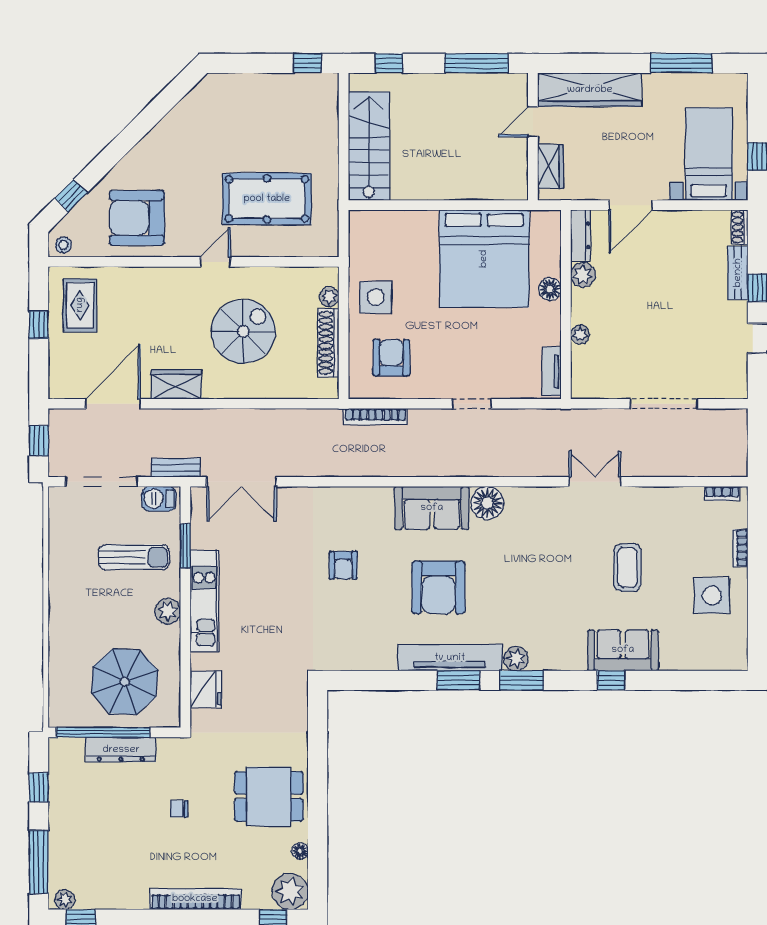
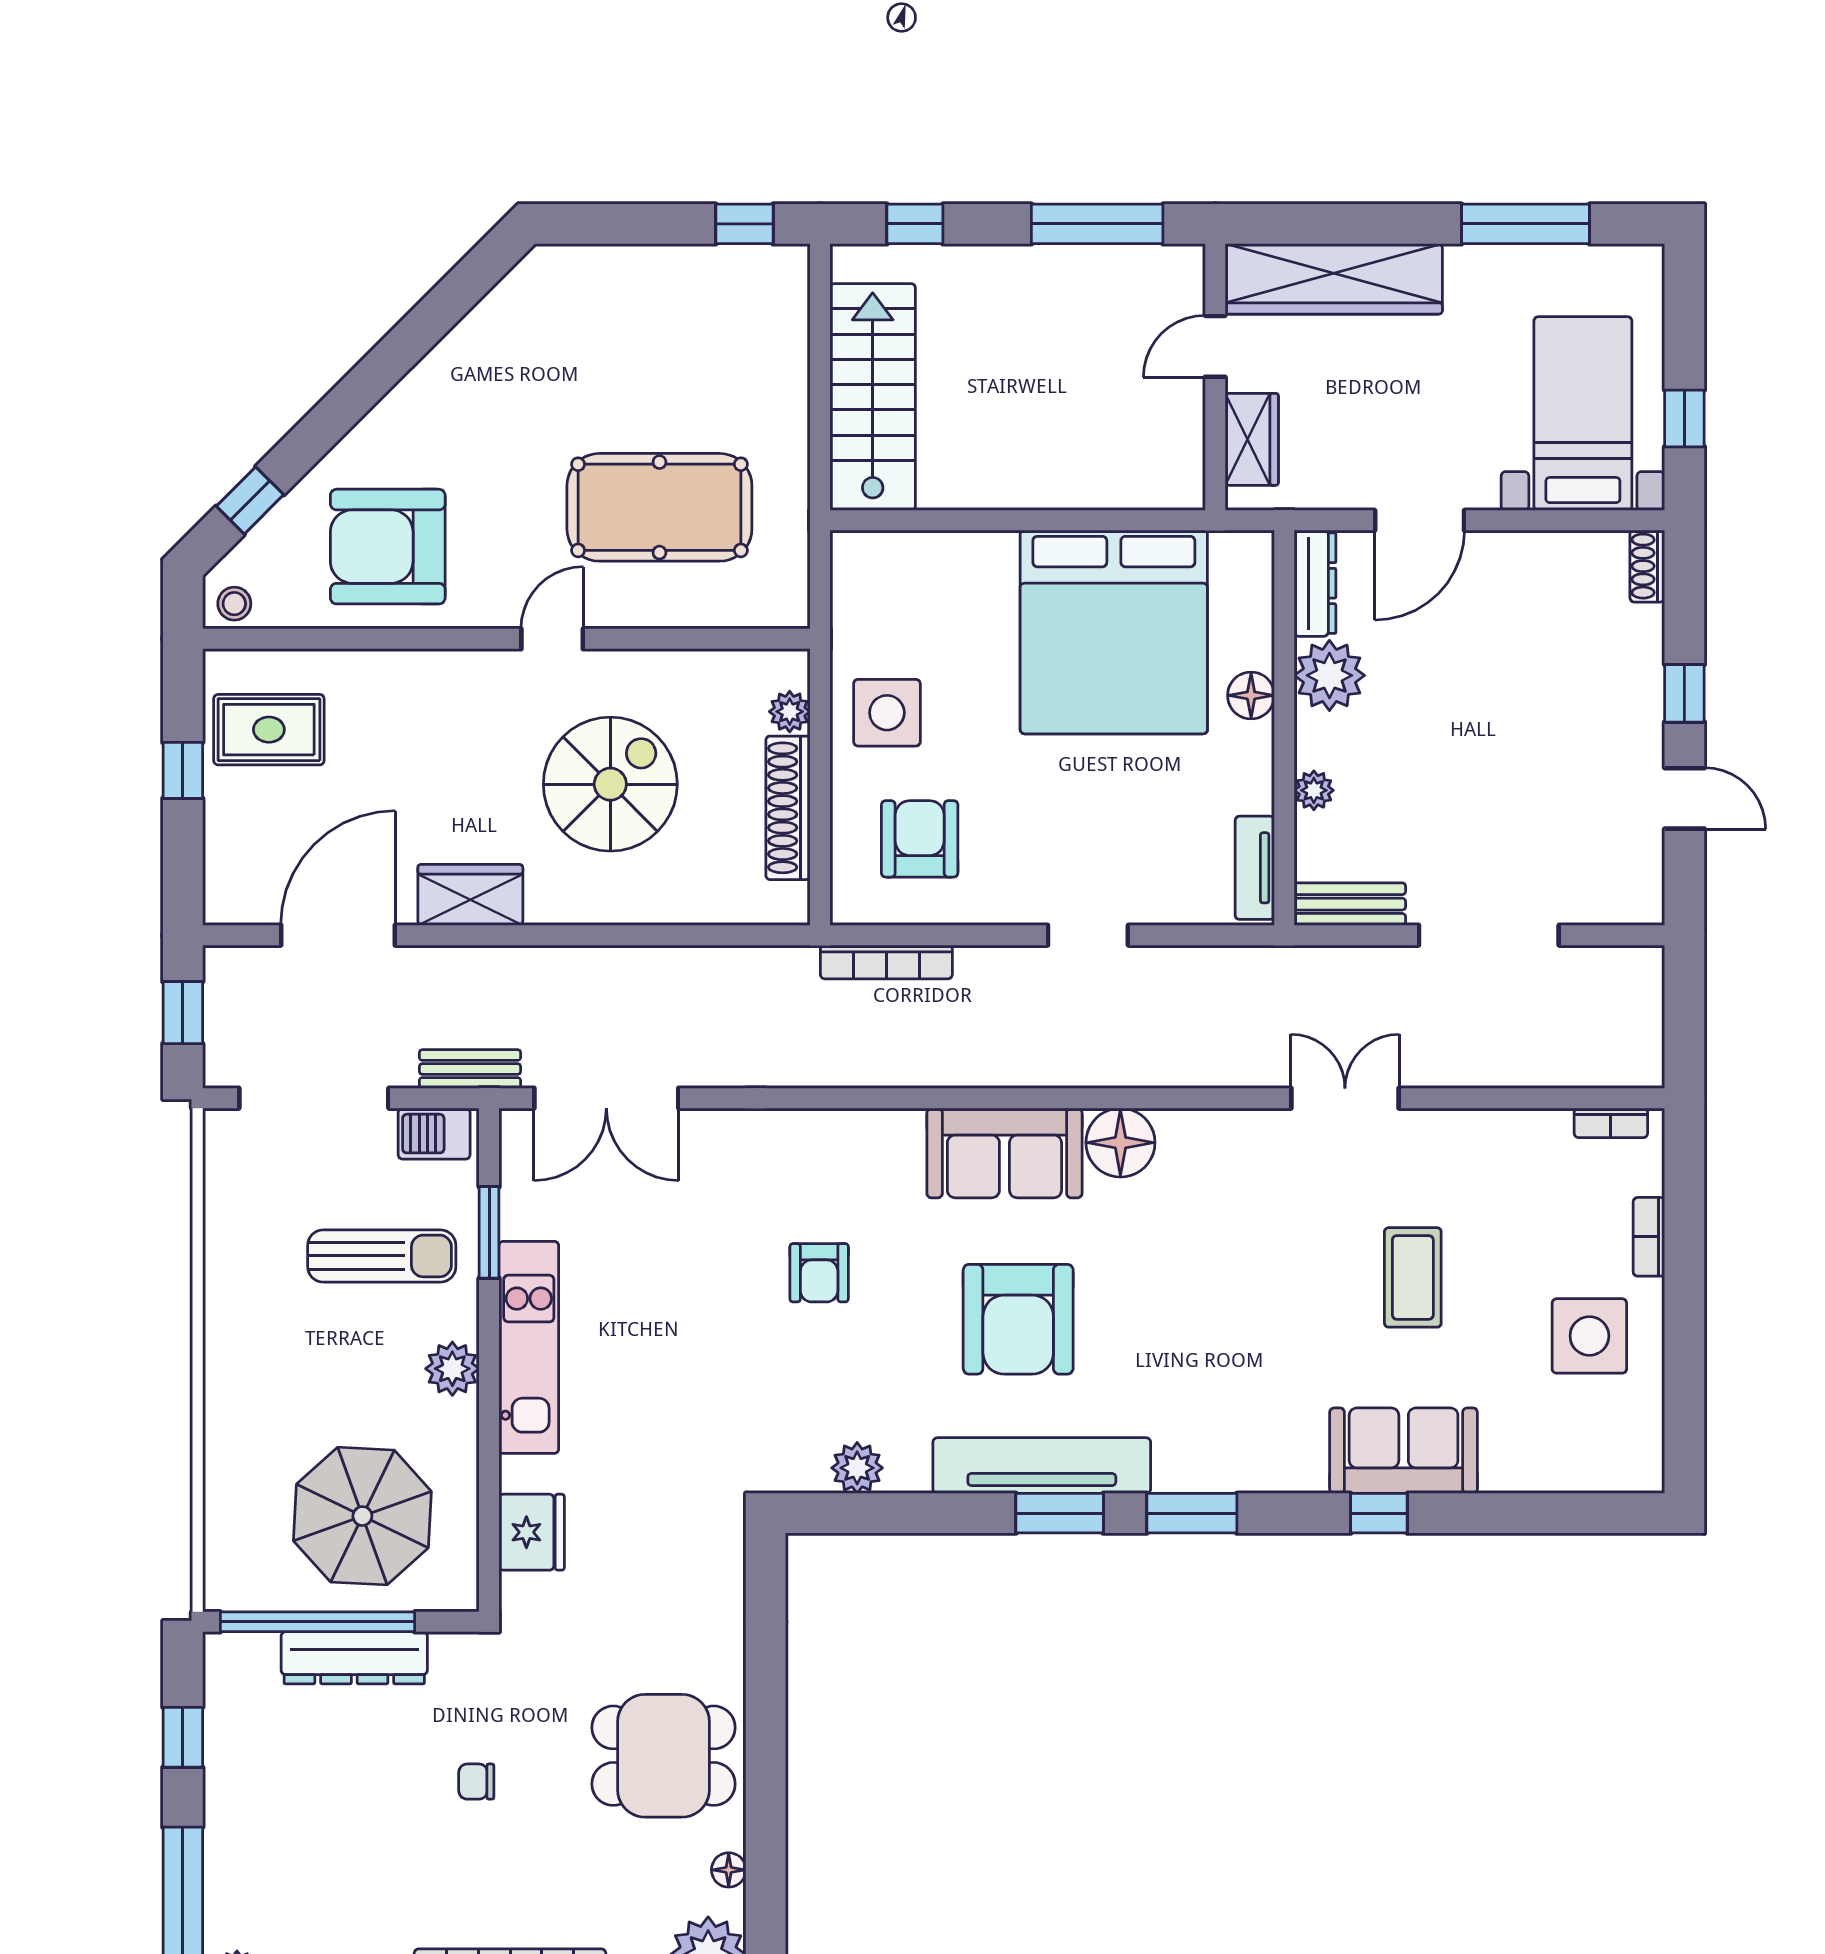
bench: (738, 273) -> (1350, 904), moved, turned 90
plant: (583, 275) -> (1329, 675), width x1.36, depth x1.36
rug: (80, 305) -> (269, 730), turned 90
plant: (516, 659) -> (857, 1468), moved

